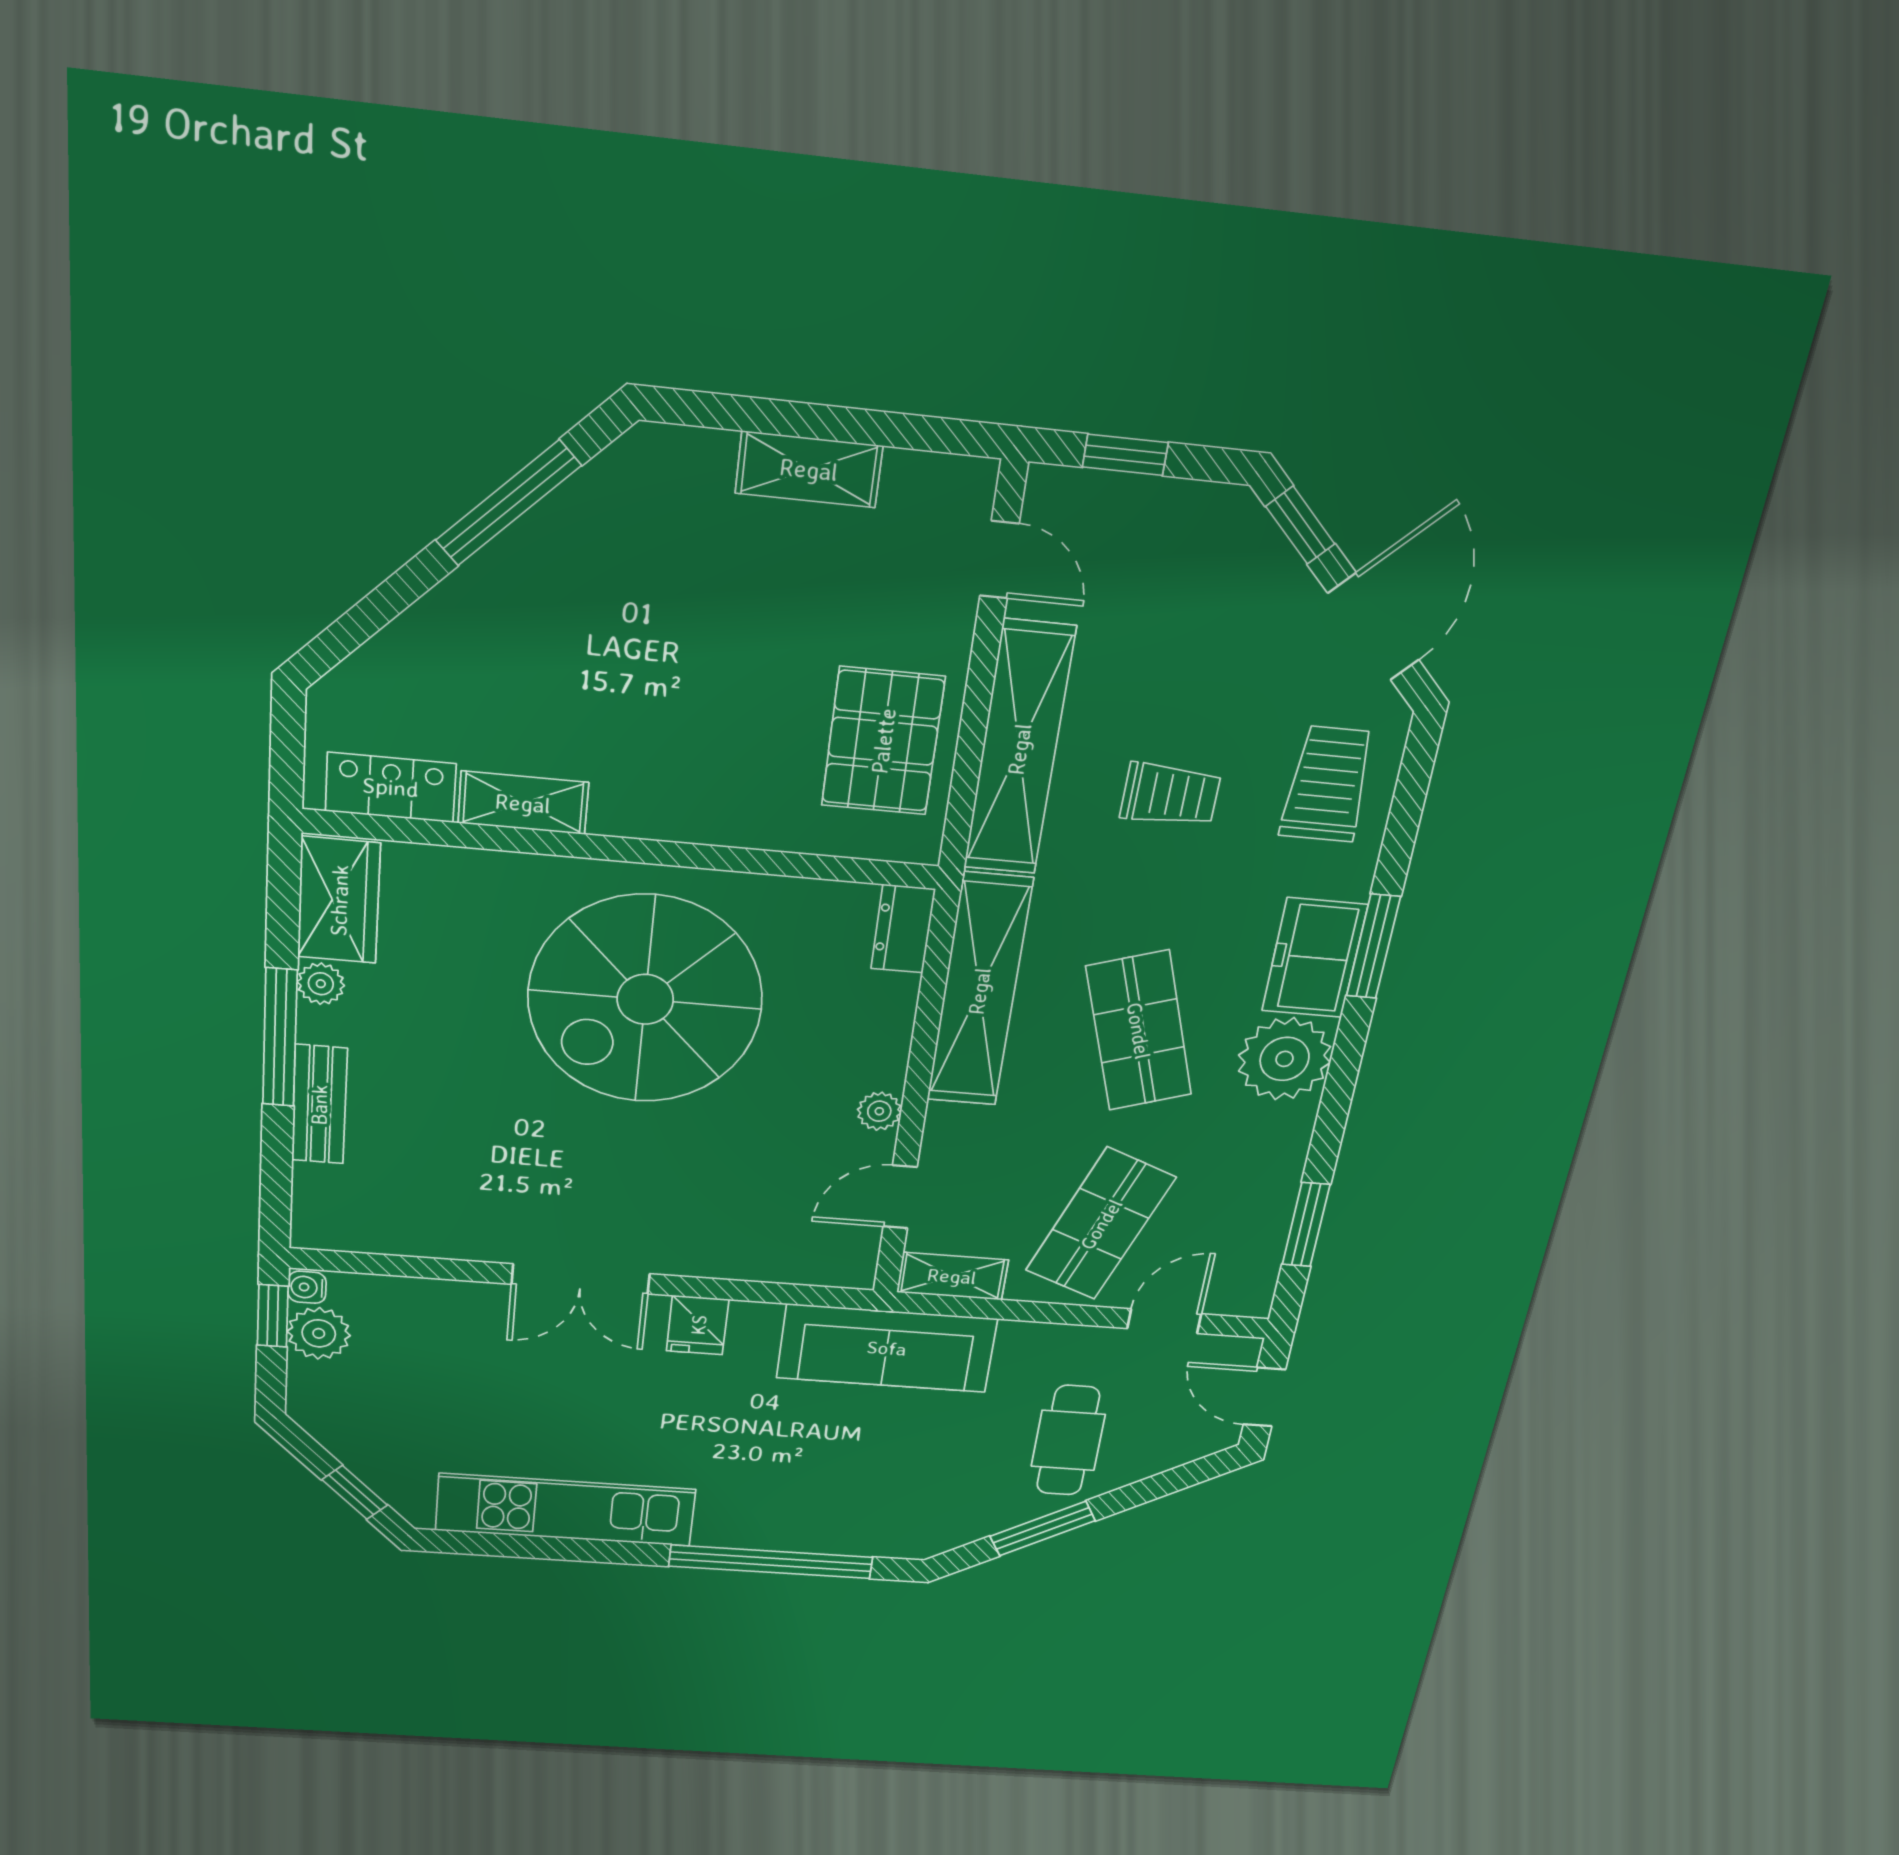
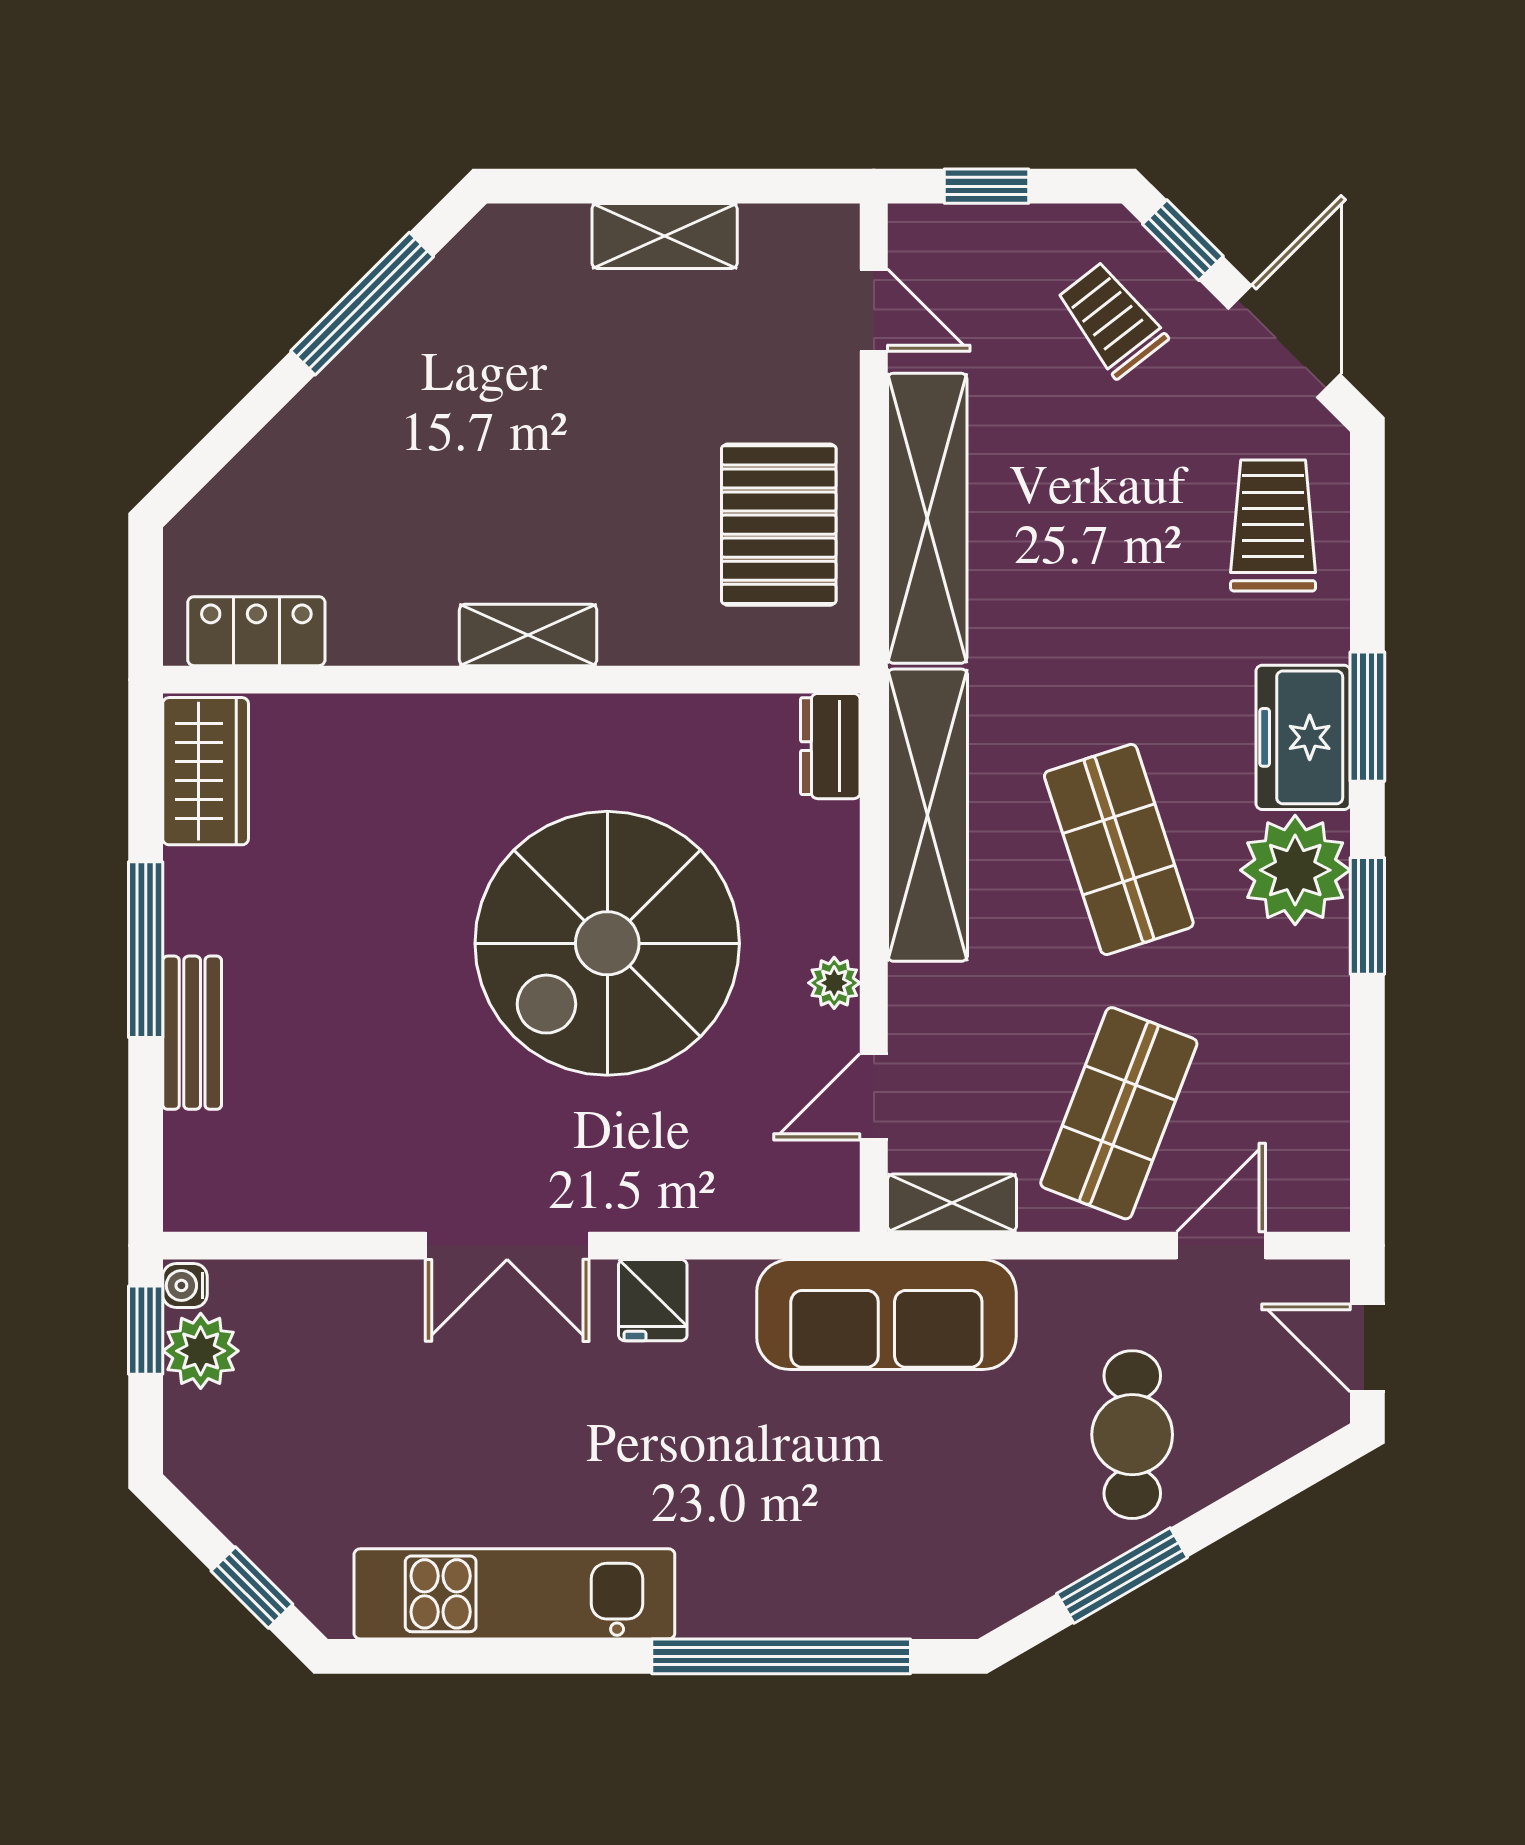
trolley: (1170, 795) -> (1112, 319), moved, turned -129
shelving: (523, 803) -> (528, 635), moved
plant: (321, 984) -> (189, 877), removed
spiral stairs: (645, 999) -> (607, 943), moved
window: (1306, 1225) -> (1367, 916), moved

